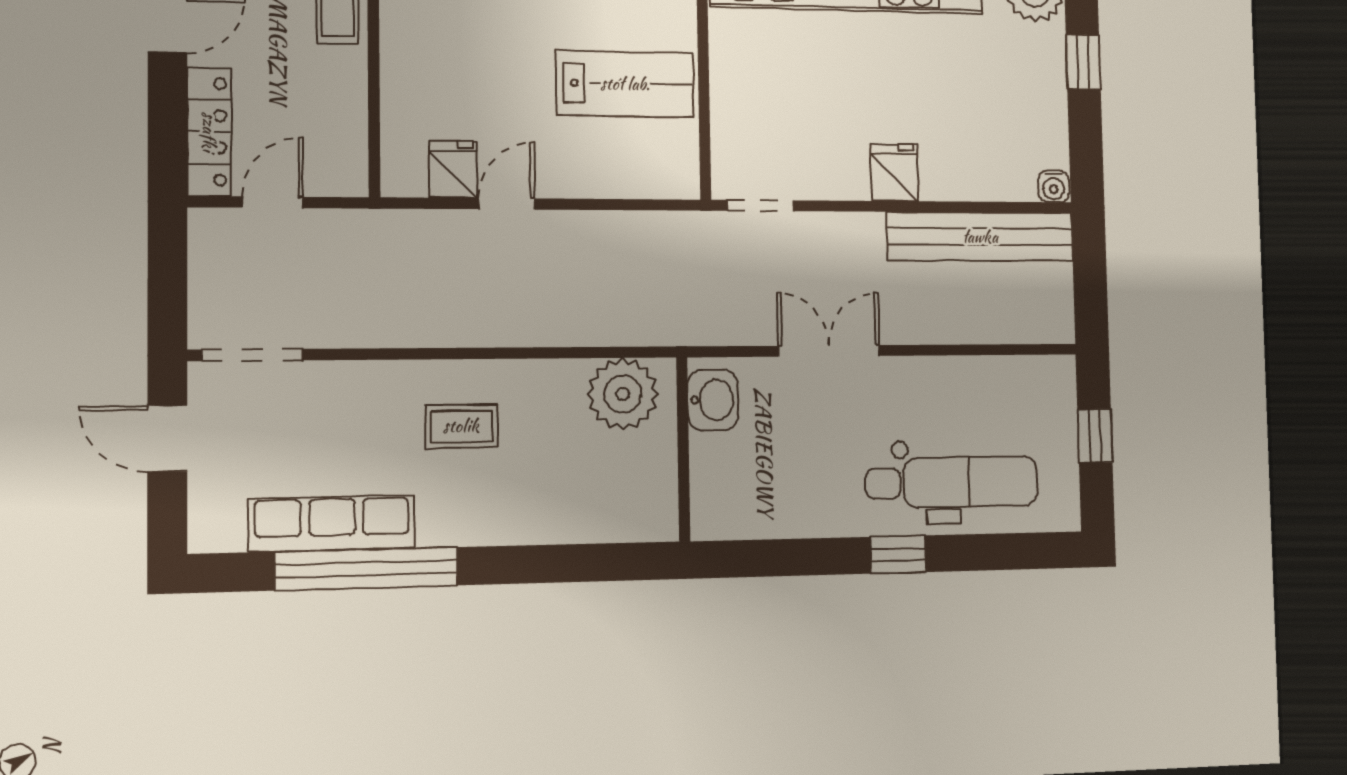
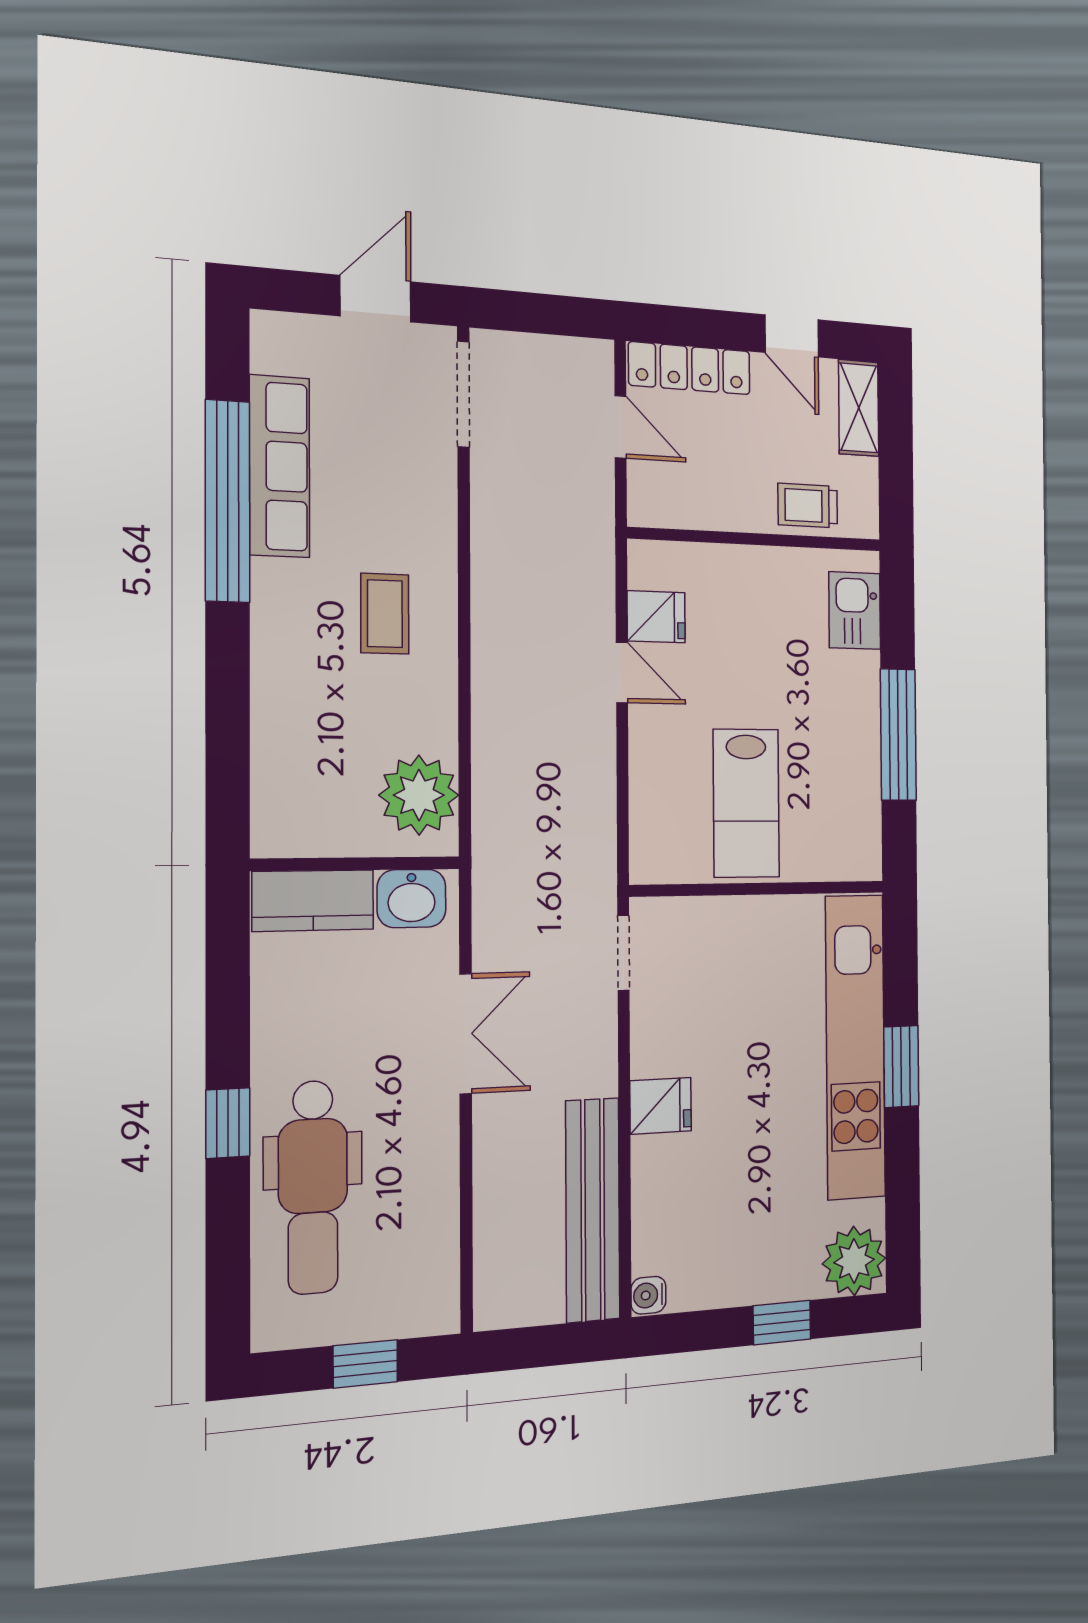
kitchen counter: (715, 486) -> (313, 900), added

